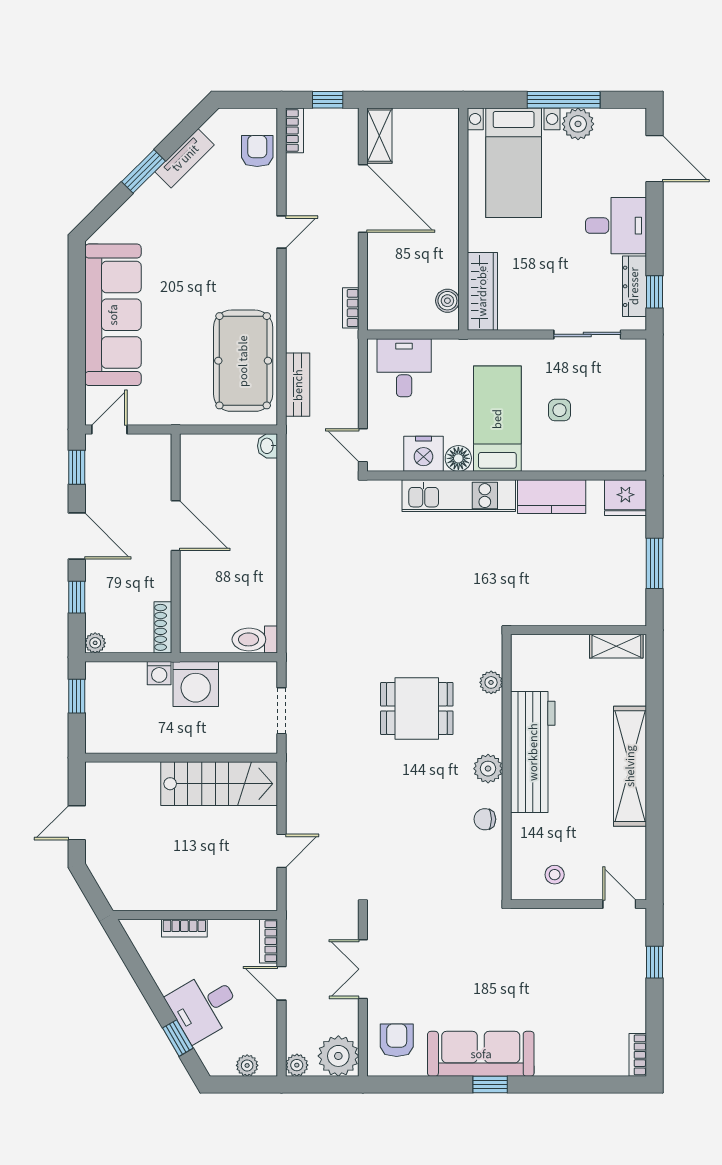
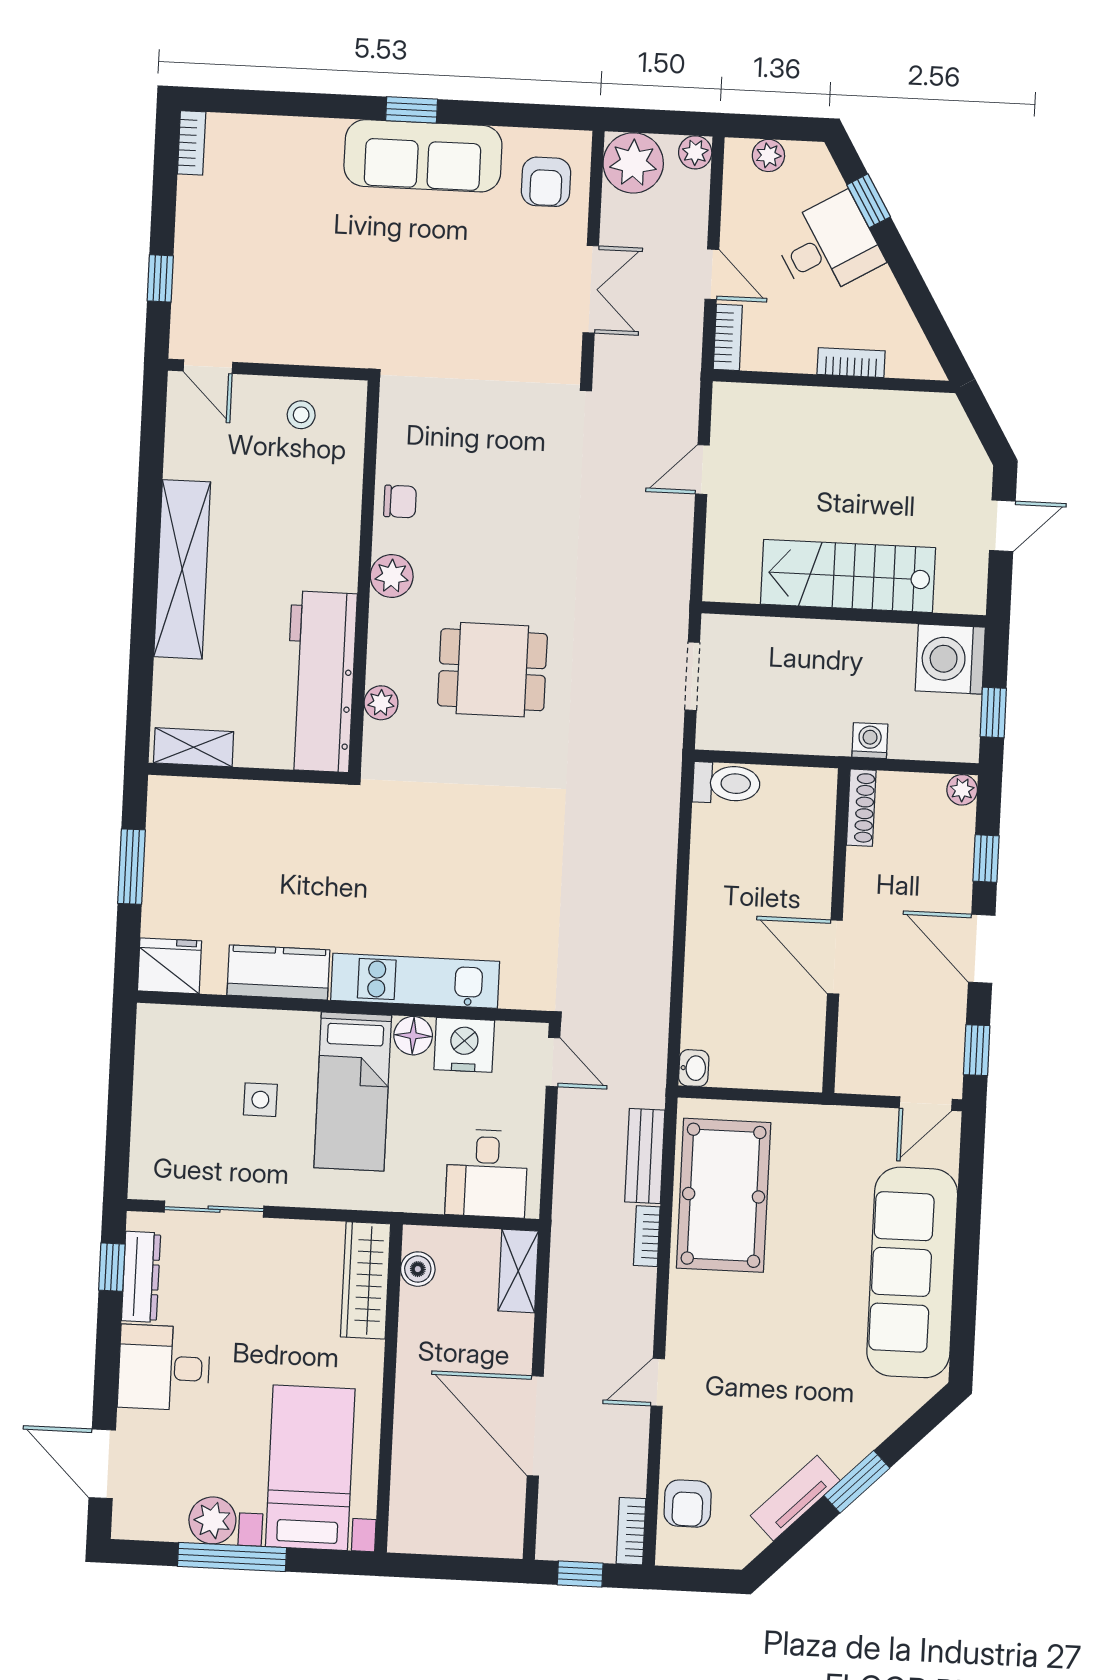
shelving: (379, 136) -> (518, 1271), moved
bookcase: (351, 308) -> (647, 1236), moved, turned 180
washing machine: (196, 684) -> (950, 659), moved, turned -90
workbench: (533, 752) -> (320, 682), moved
stairs: (219, 784) -> (848, 576), moved

